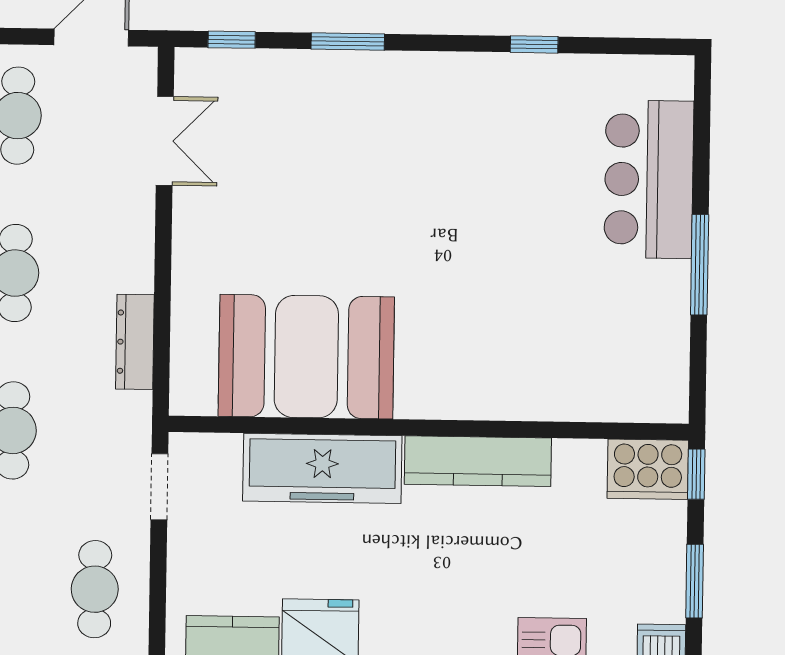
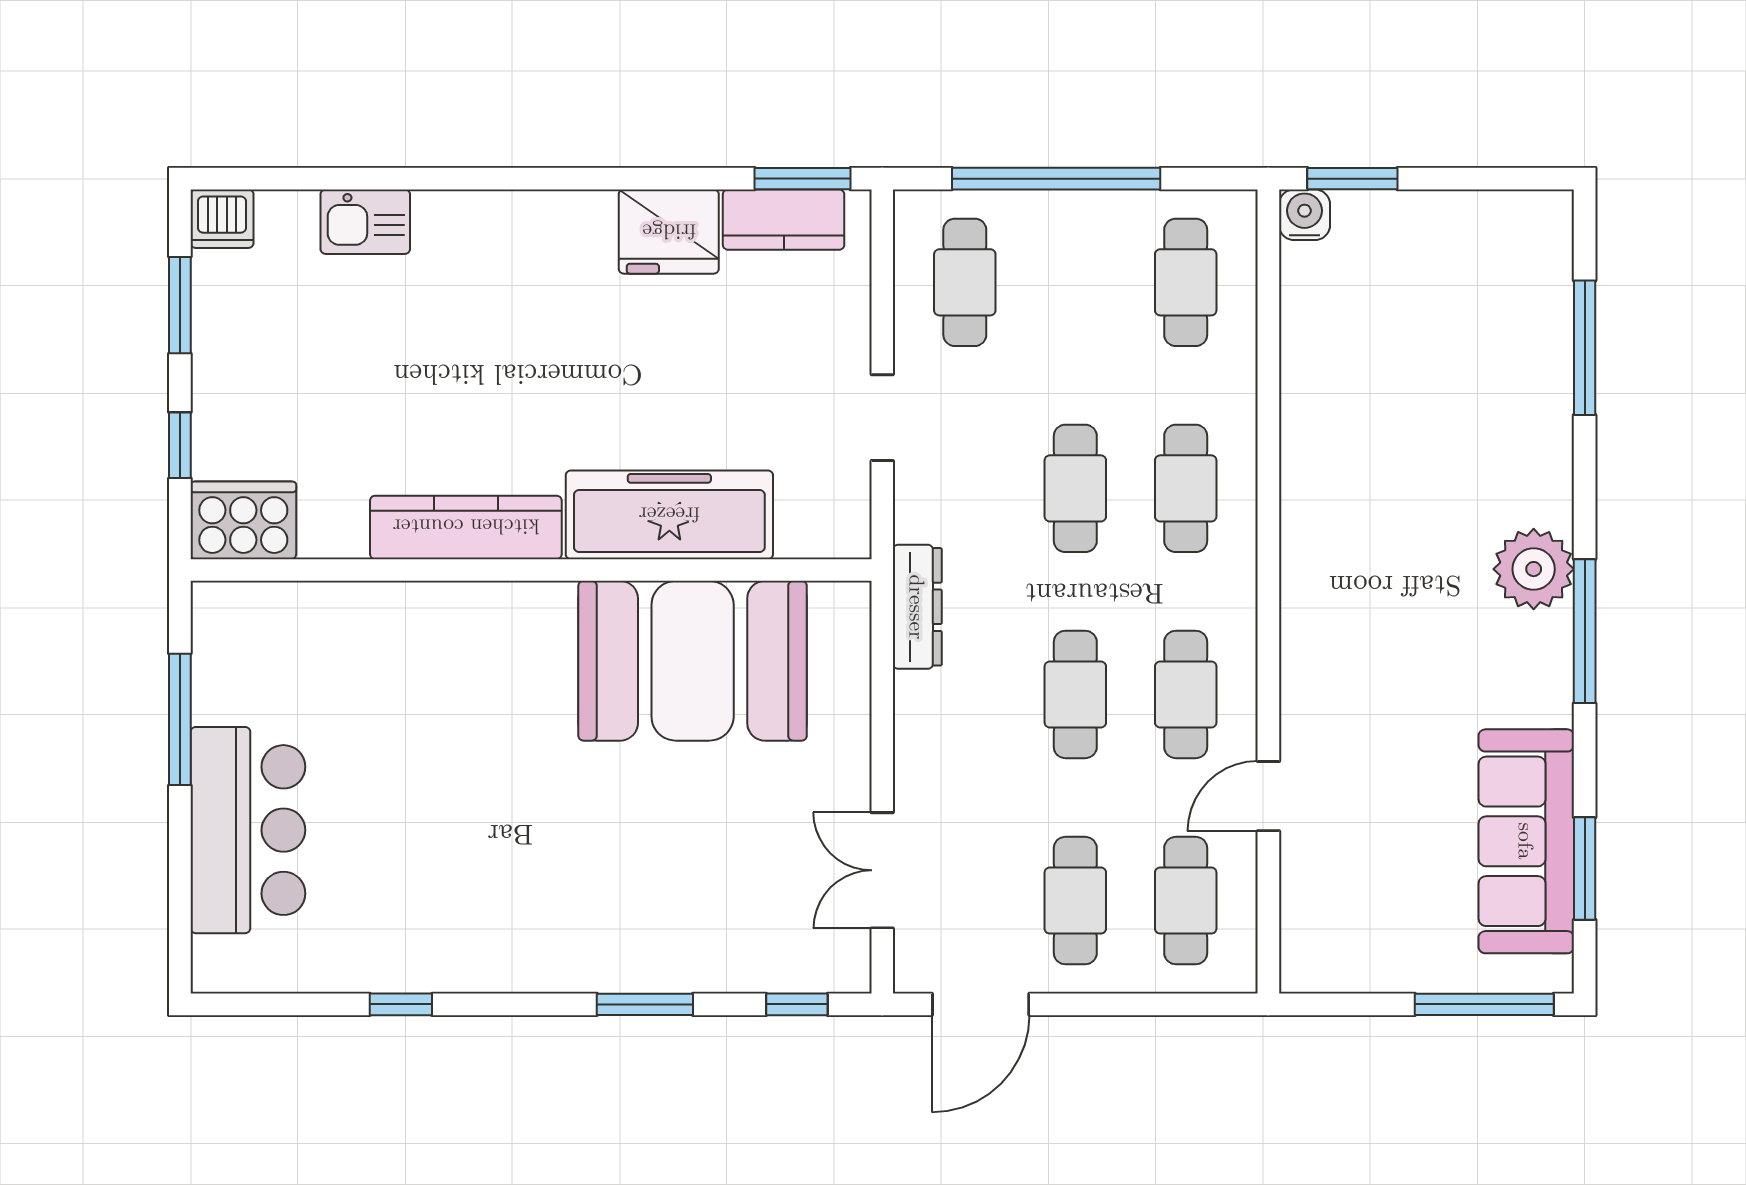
booth: (306, 357) -> (693, 661), moved
wall: (429, 428) -> (531, 570), moved
kitchen counter: (478, 461) -> (466, 527), moved
freezer: (322, 468) -> (669, 515), moved
cooker: (648, 469) -> (243, 520), moved

